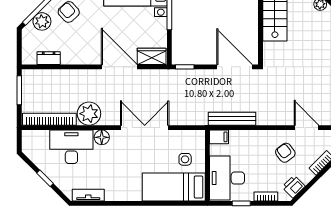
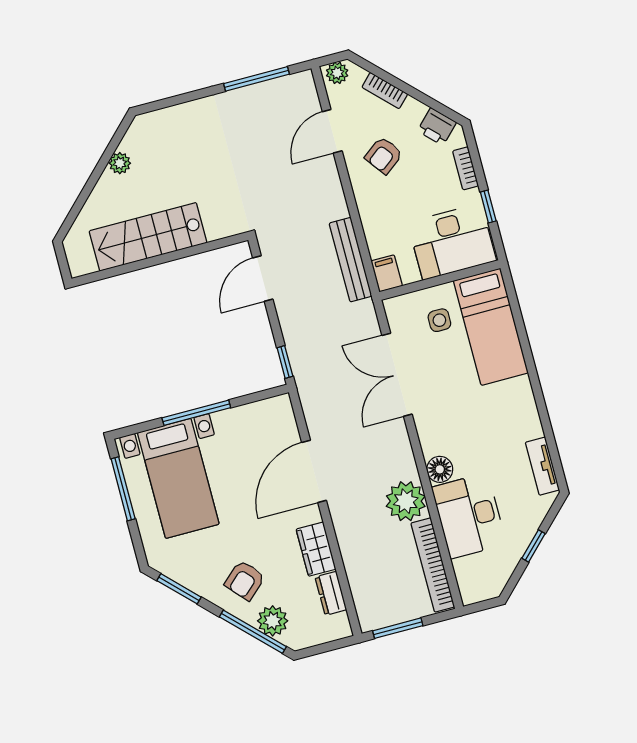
wardrobe: (152, 56) -> (316, 549), moved
door: (235, 67) -> (263, 279), width x0.73
double door: (145, 128) -> (397, 375), moved

